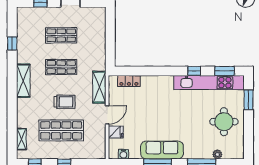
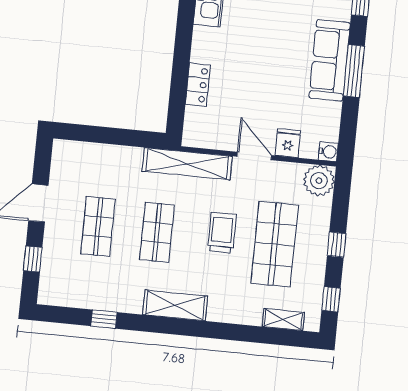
locker: (129, 81) -> (198, 85), moved
shelving: (99, 87) -> (187, 164), width x1.47
plant: (97, 151) -> (319, 181), added
water cooler: (123, 154) -> (328, 152), moved

